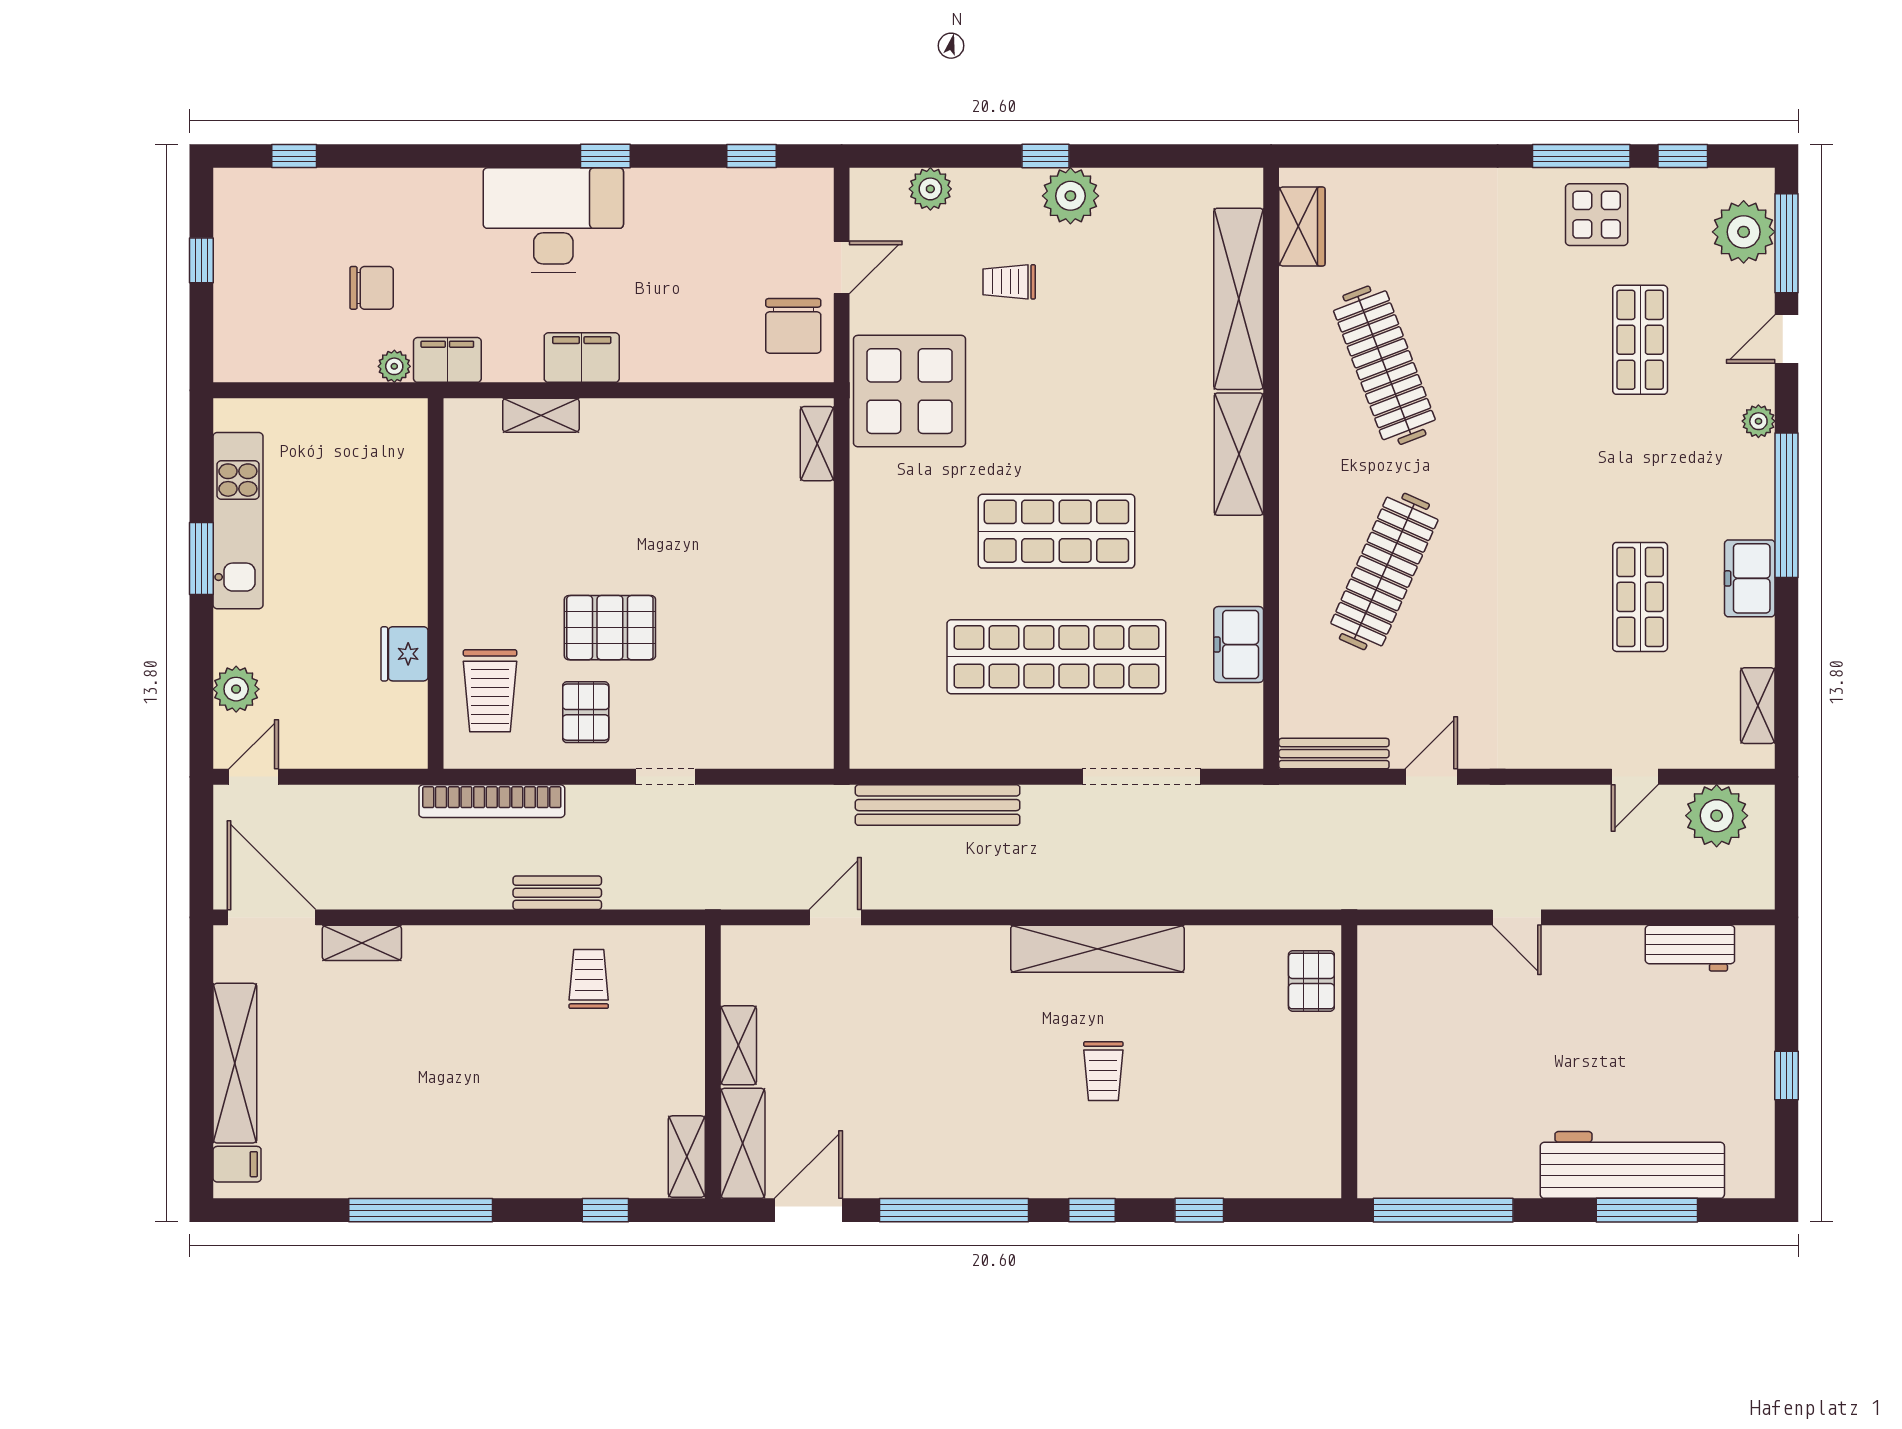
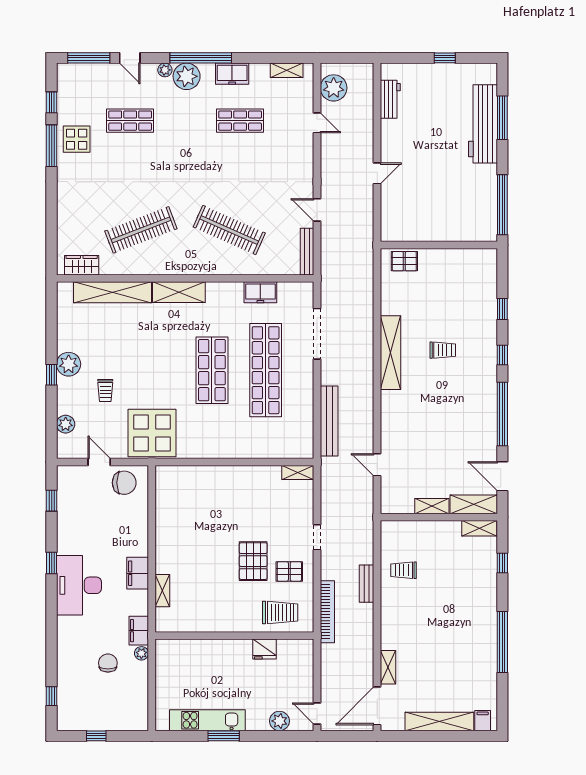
plant: (1744, 232) -> (187, 76), moved
shelving: (817, 444) -> (298, 473), moved

